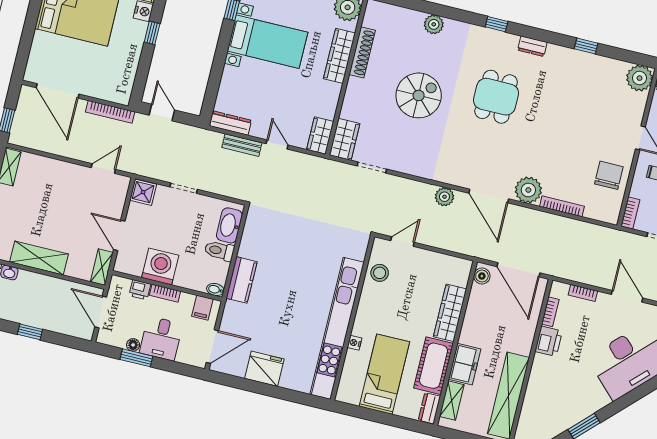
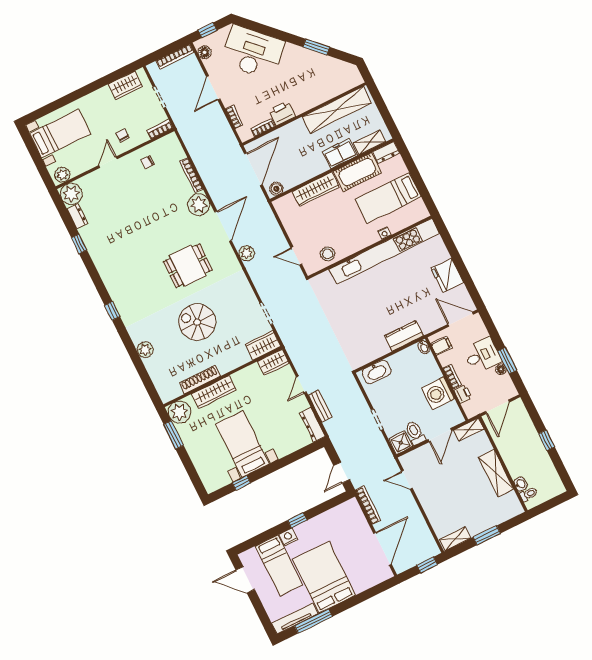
dresser: (532, 46) -> (77, 216), moved
dining table: (496, 97) -> (188, 266), moved
chair: (609, 175) -> (148, 162), width x0.54, depth x0.54
toilet: (219, 251) -> (415, 433), moved, turned 180

